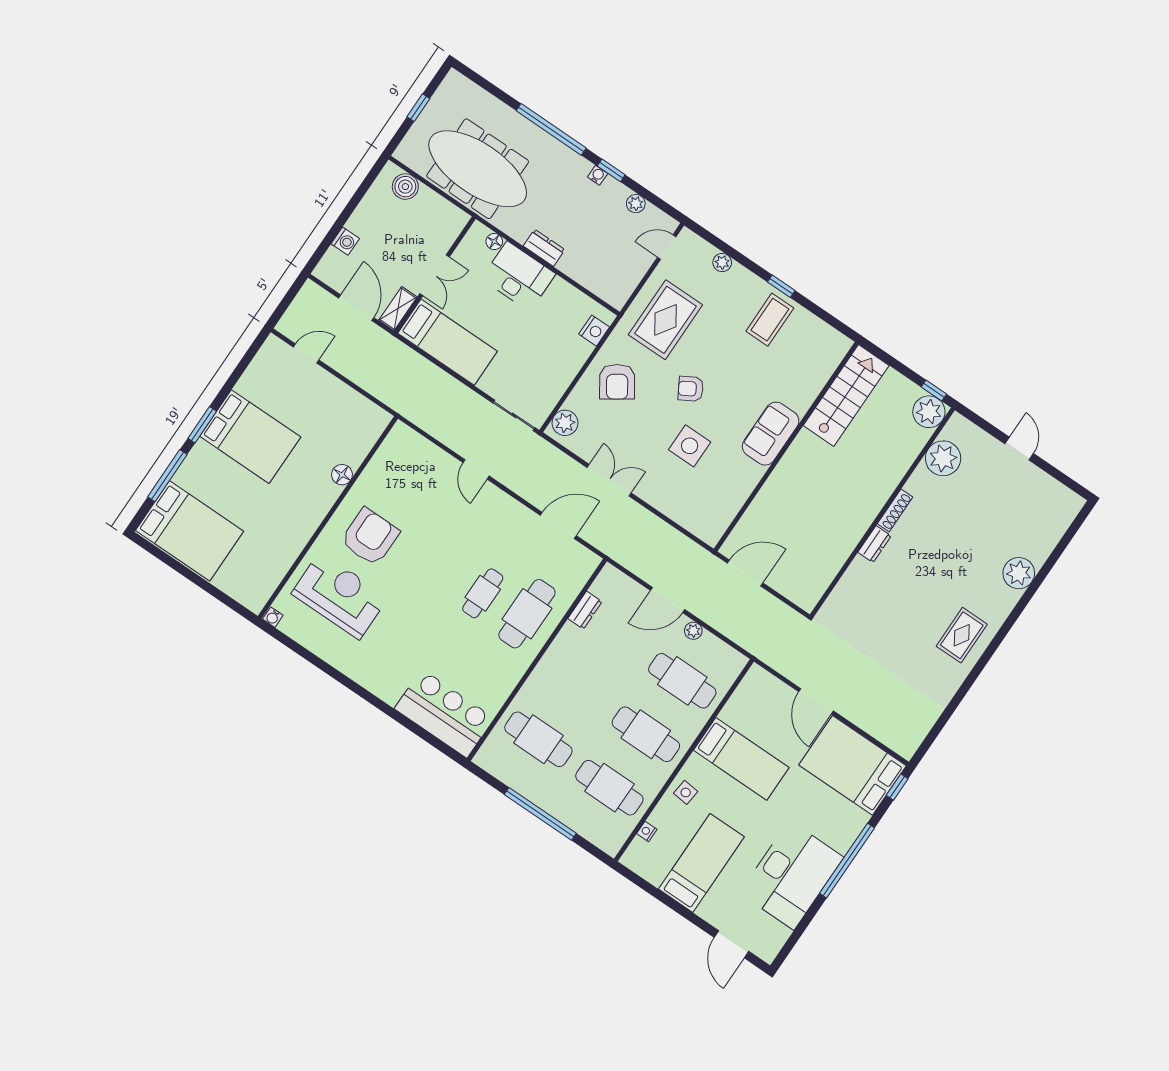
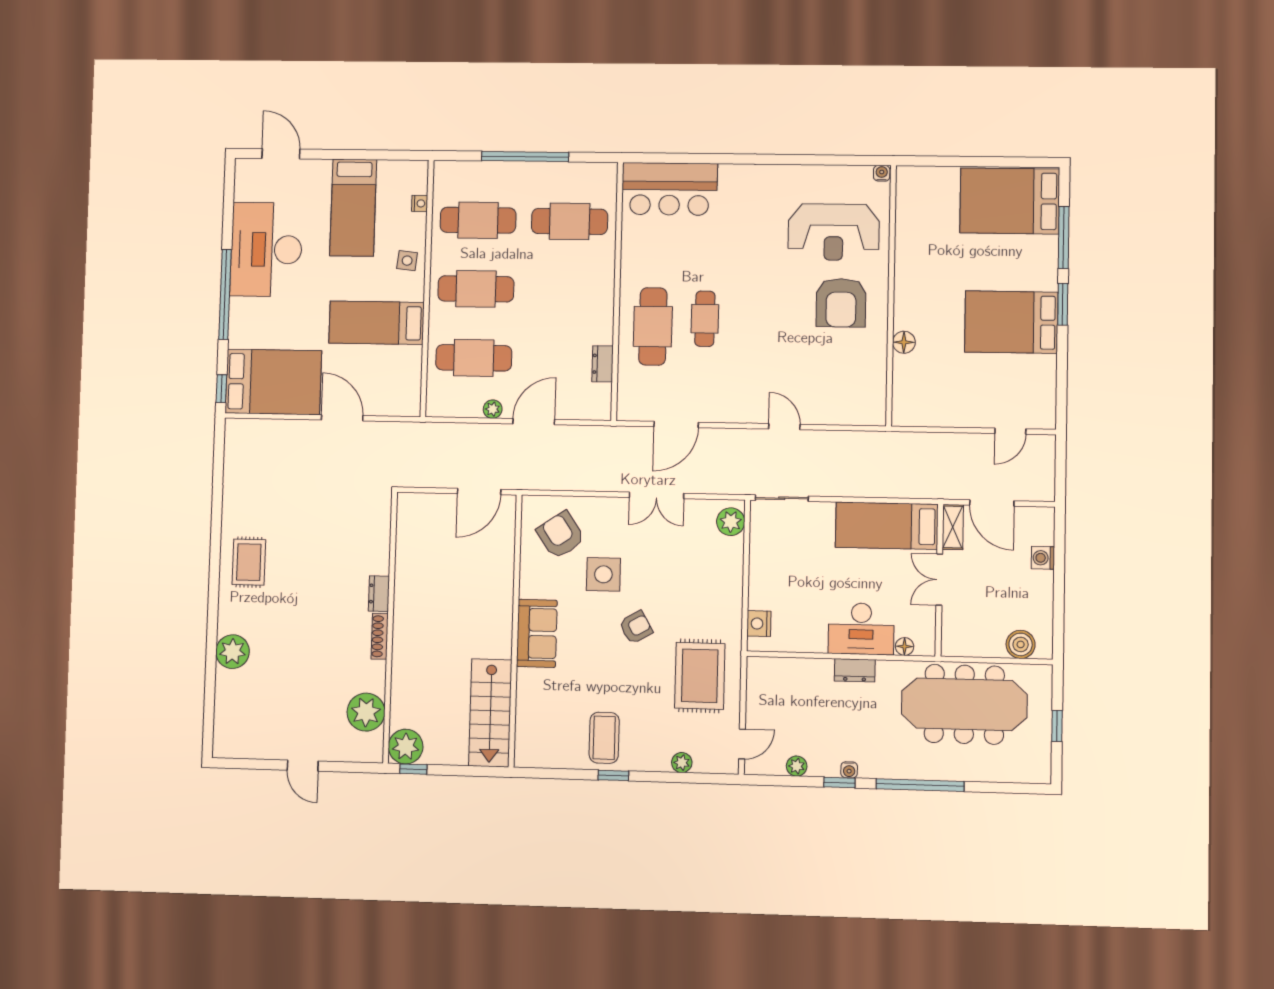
armchair: (617, 382) -> (561, 535), moved

